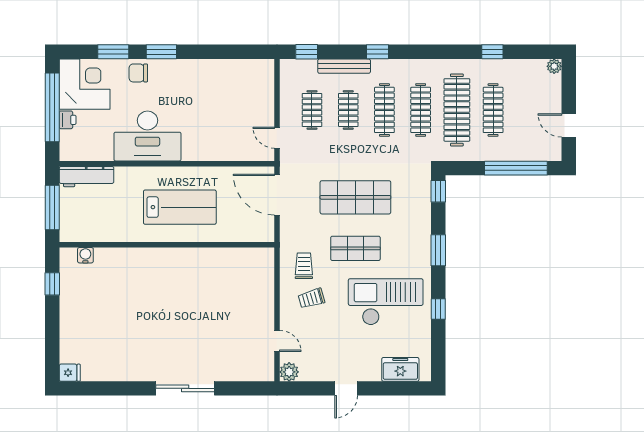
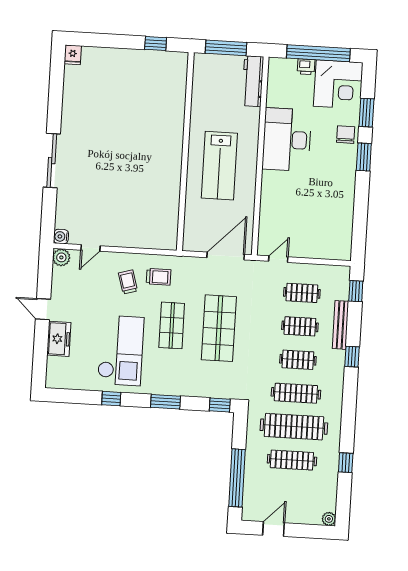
clothes rail: (384, 110) -> (298, 360), width x0.73
water cooler: (85, 255) -> (61, 237), moved, turned 180
freezer: (400, 369) -> (59, 339), moved

